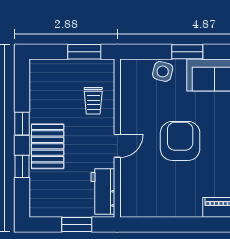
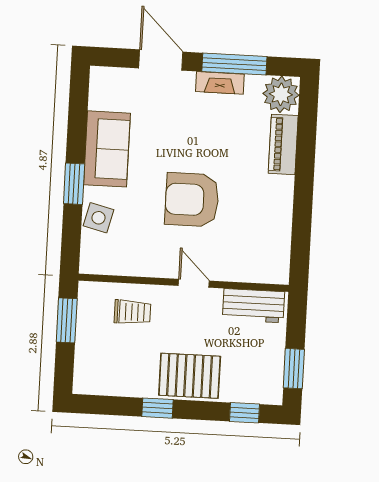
window: (22, 166) -> (245, 413), moved
window: (77, 224) -> (294, 369), moved

